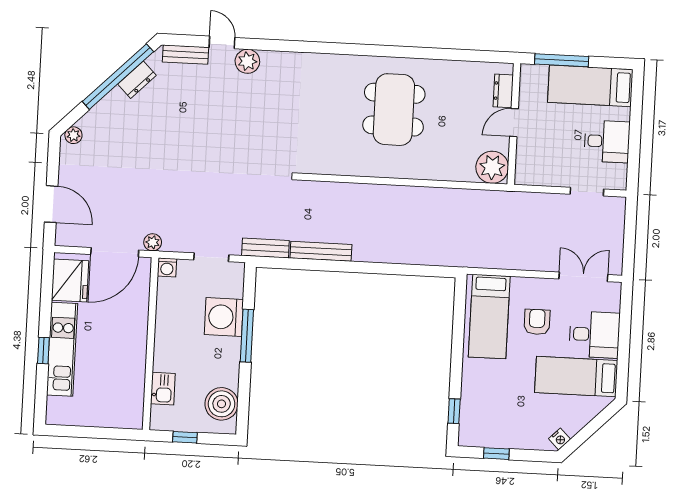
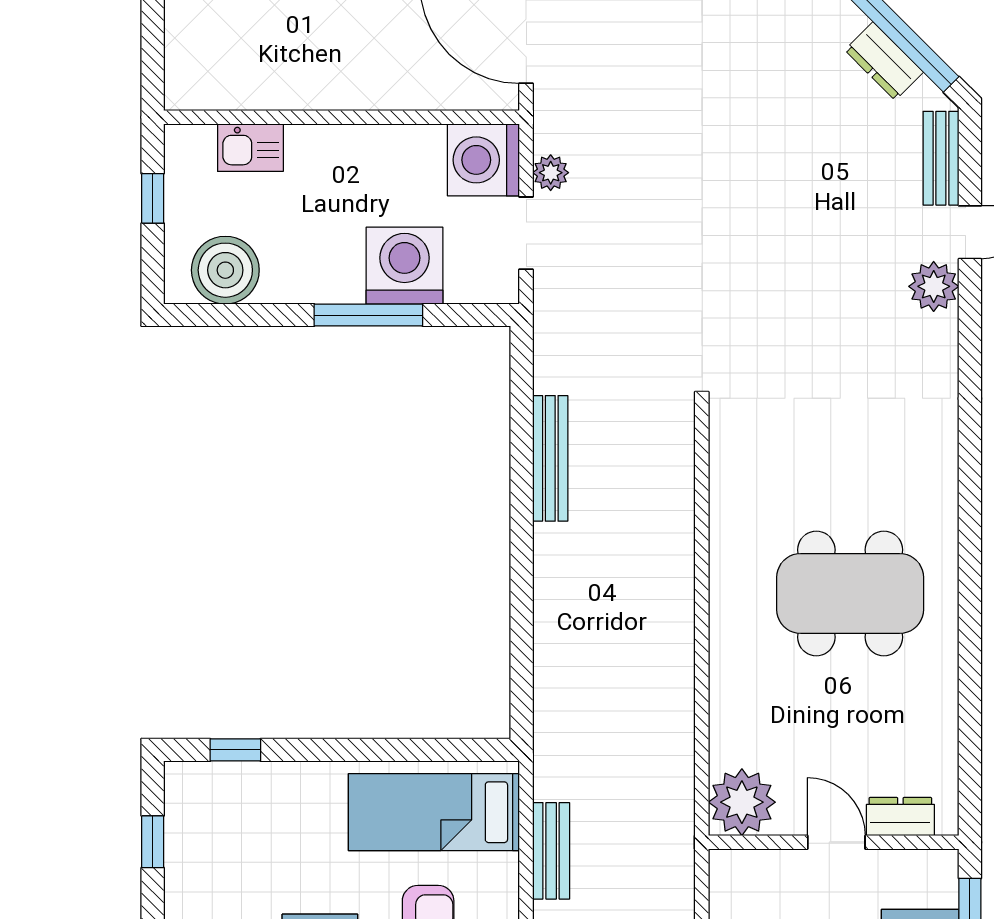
plant: (153, 242) -> (551, 173), moved
bench: (265, 248) -> (551, 851), moved
washing machine: (167, 267) -> (483, 160), width x1.89, depth x1.89

